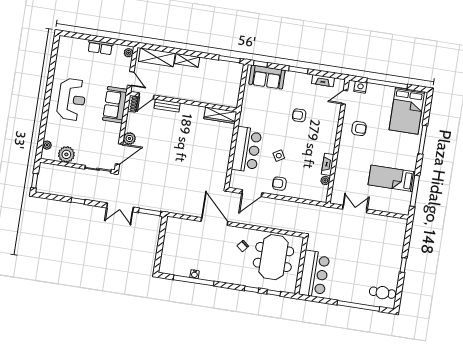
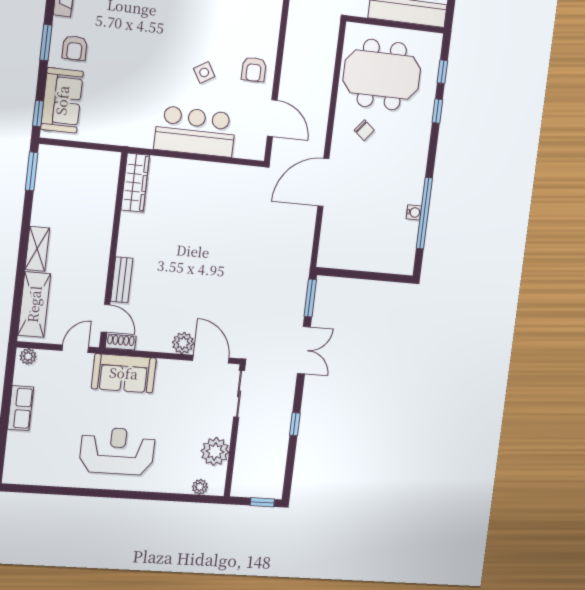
armchair: (299, 115) -> (75, 48), moved

